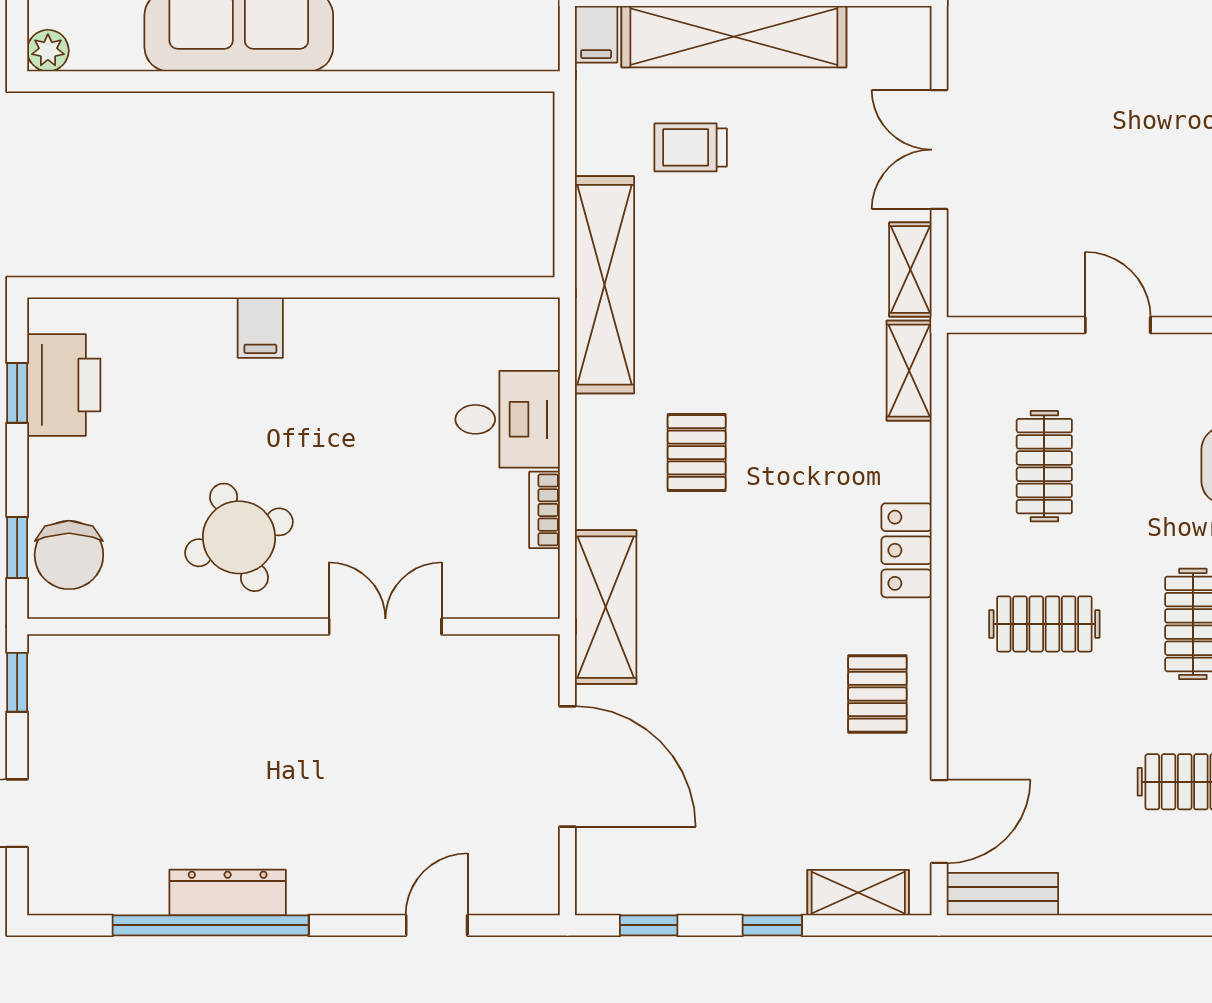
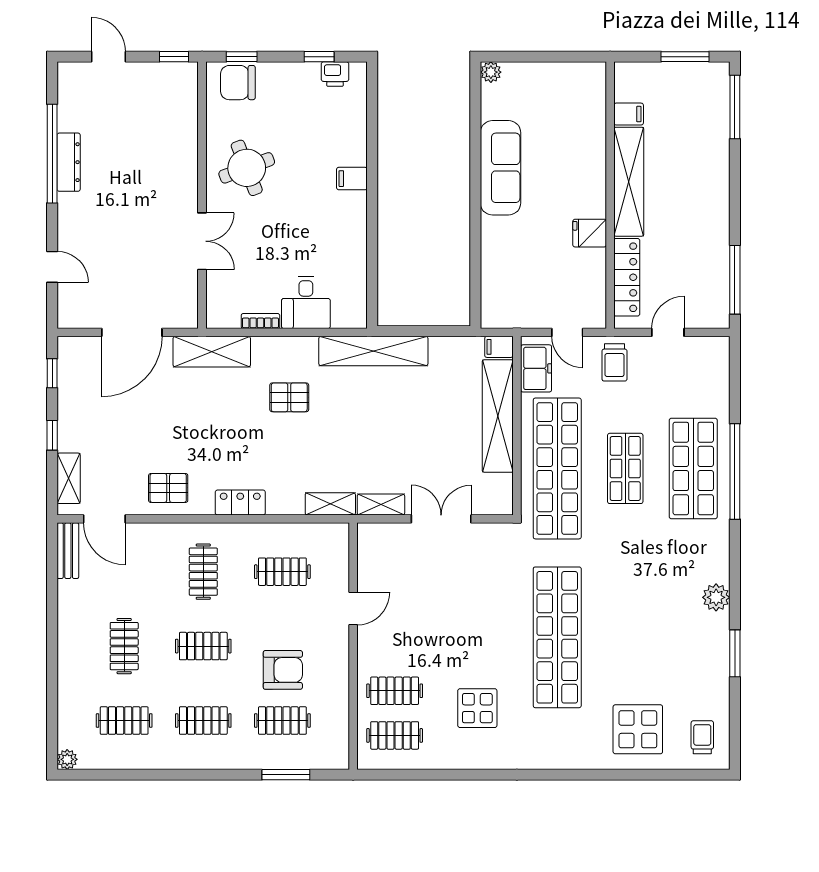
trolley: (691, 147) -> (442, 394), removed
printer: (64, 385) -> (335, 74), width x0.53, depth x0.68

